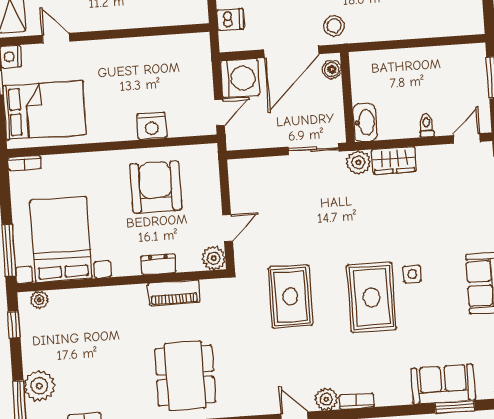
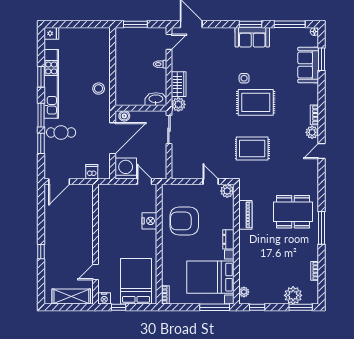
stool: (334, 26) -> (99, 89), moved
door: (291, 52) -> (113, 138), hinge flipped
door: (467, 138) -> (169, 42), swing flipped
dresser: (158, 264) -> (228, 239), moved

